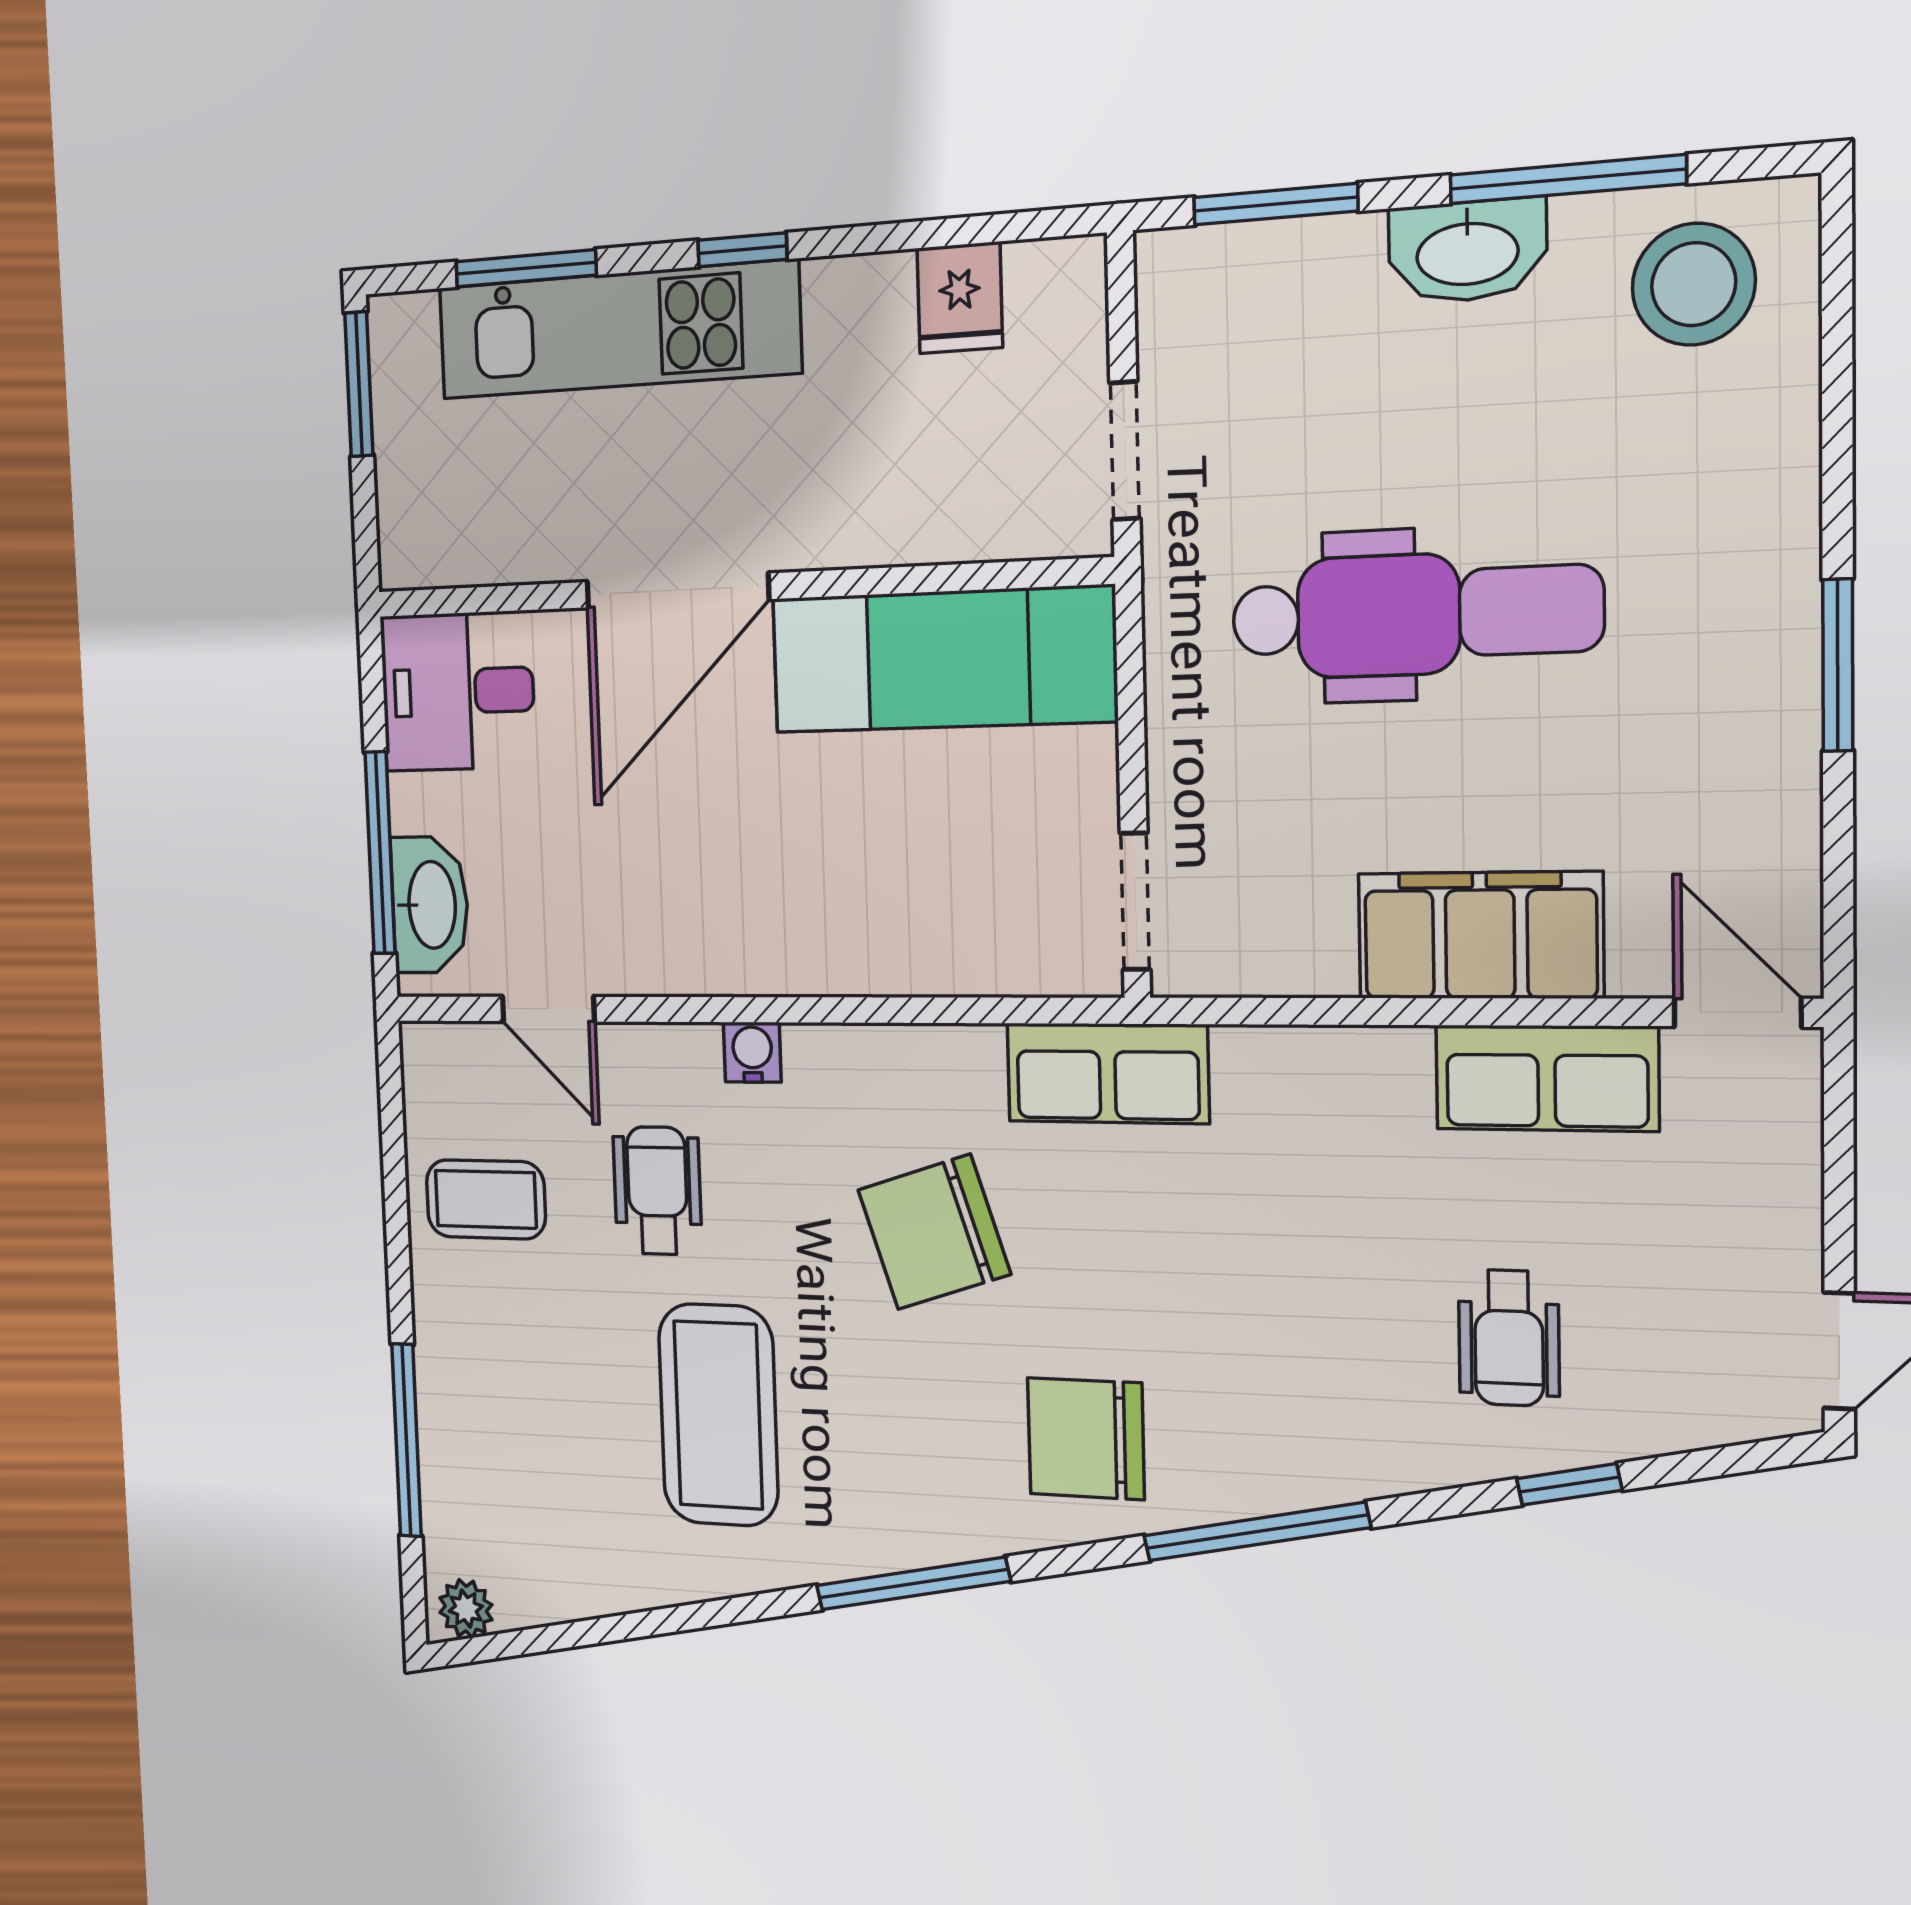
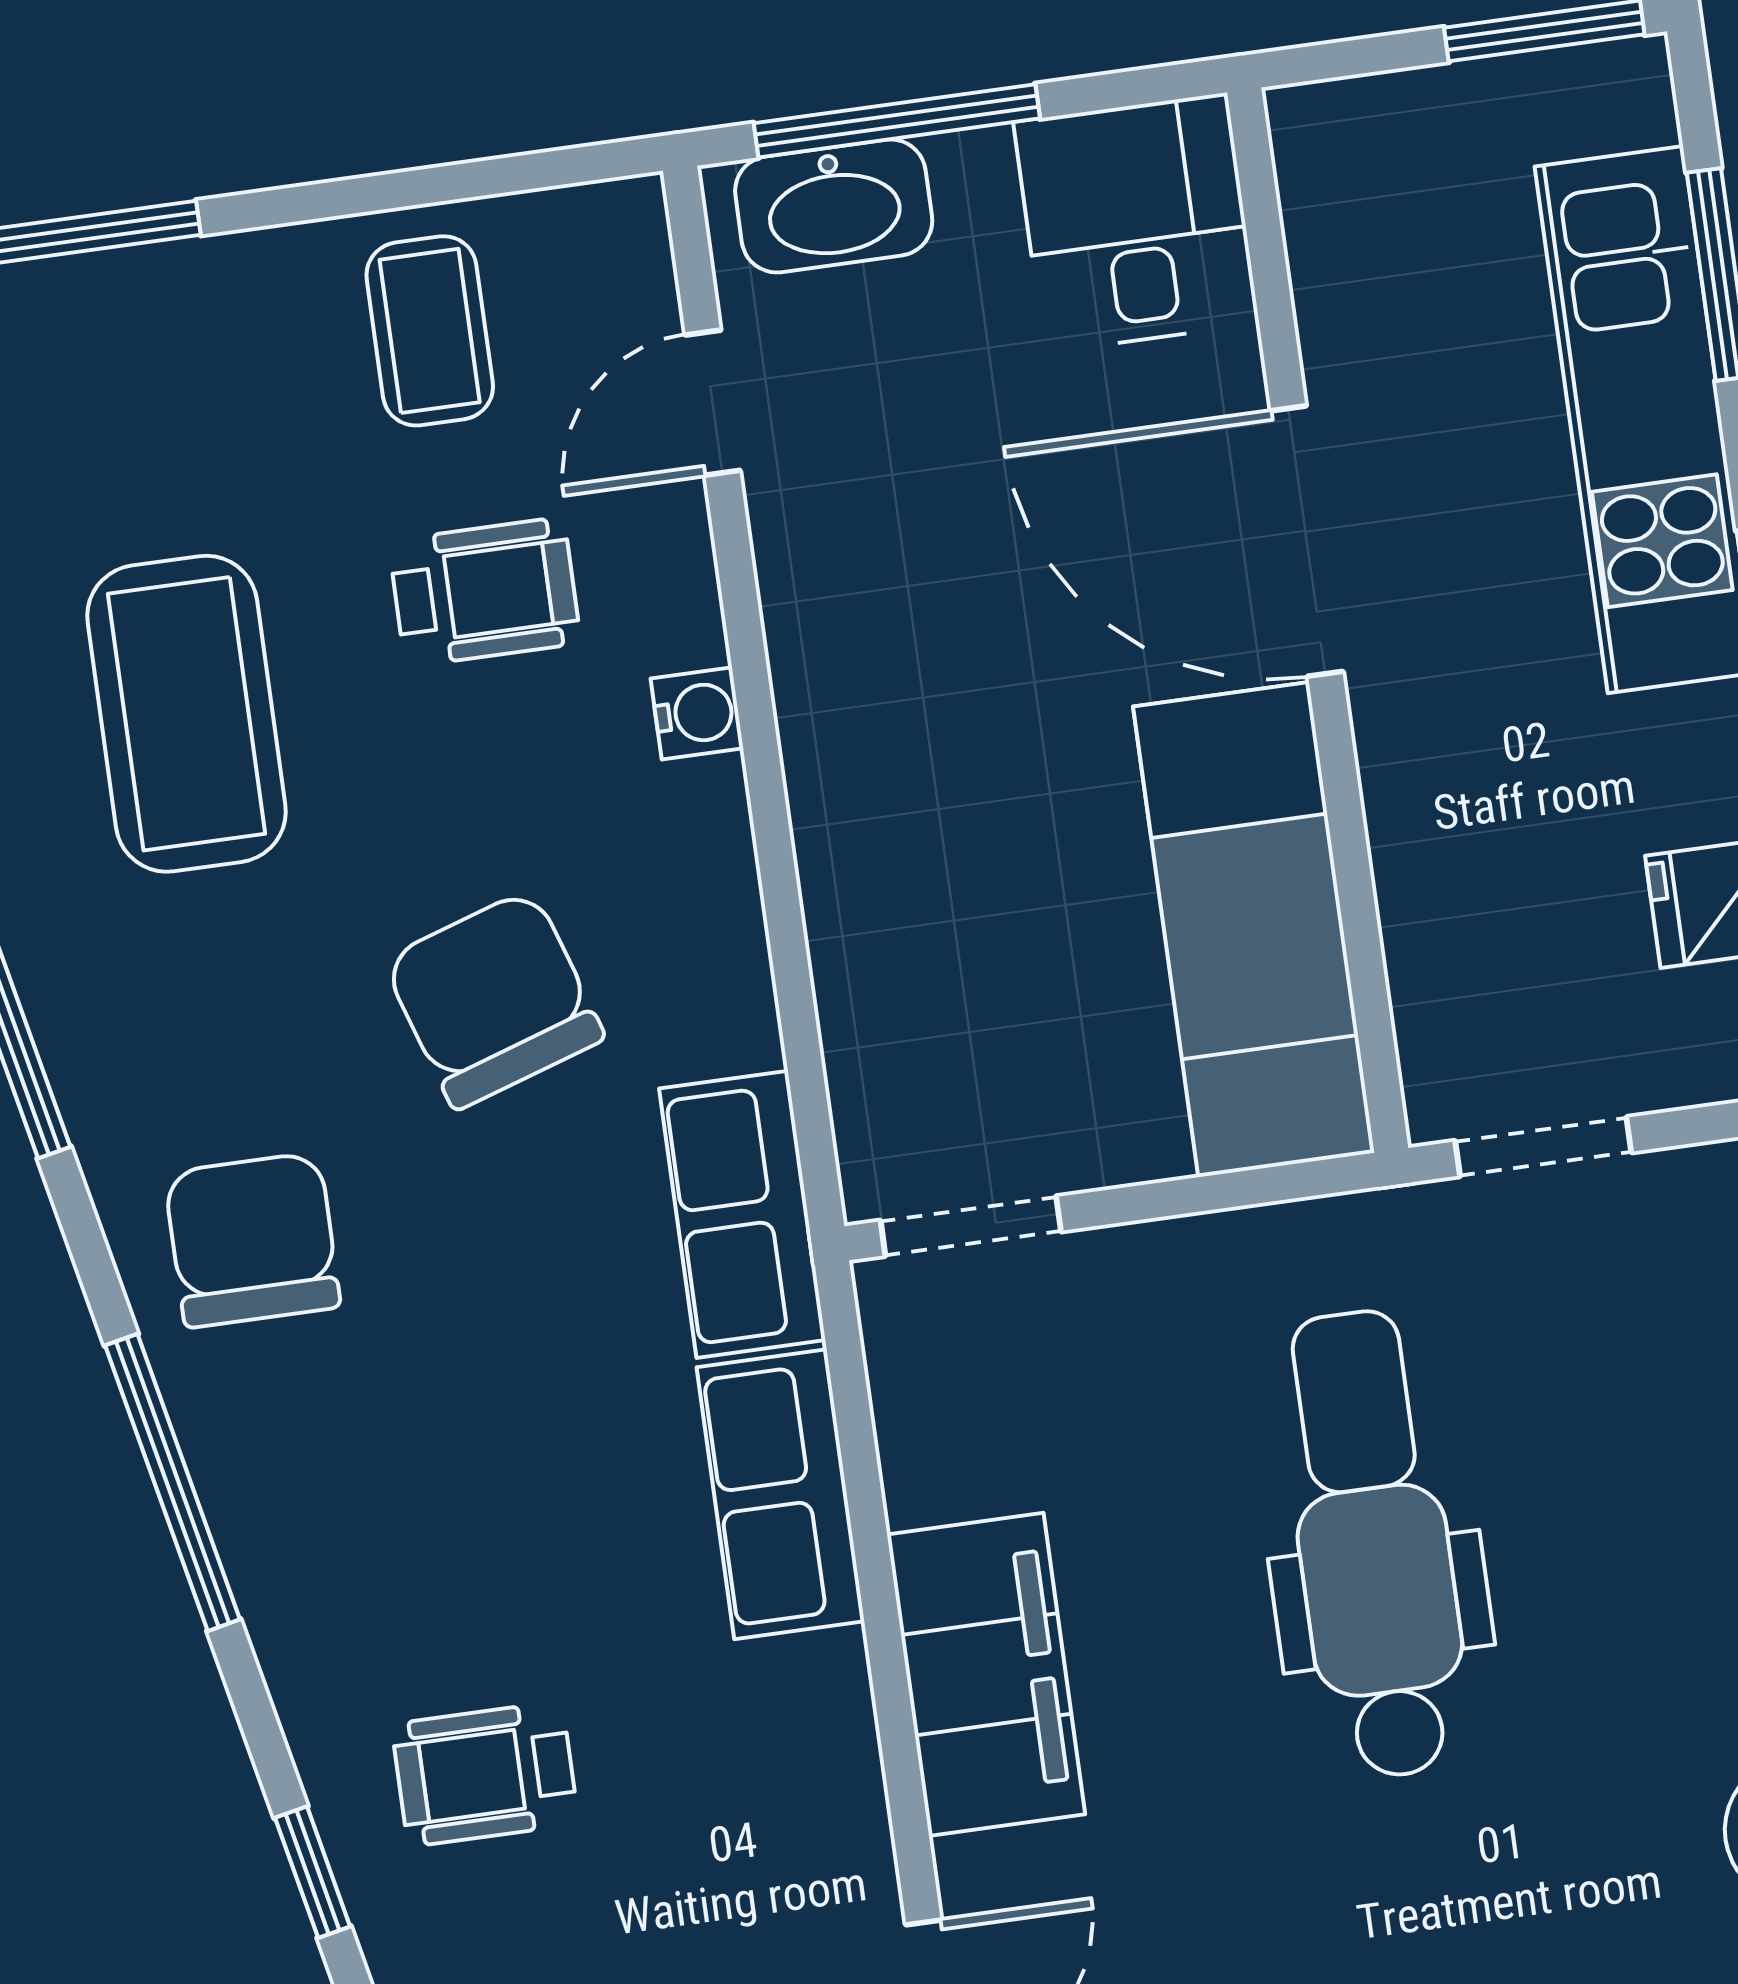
dental chair: (1415, 615) -> (1373, 1544), turned 180
row of seats: (1547, 1078) -> (780, 1494), moved
coffee table: (718, 1415) -> (187, 714), turned 90

